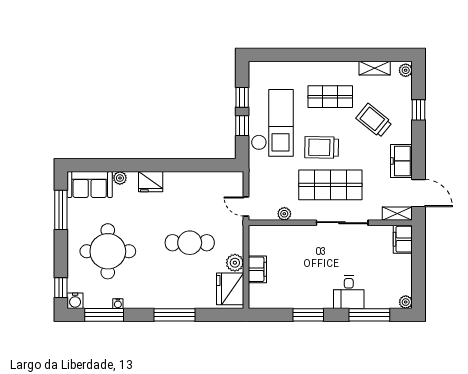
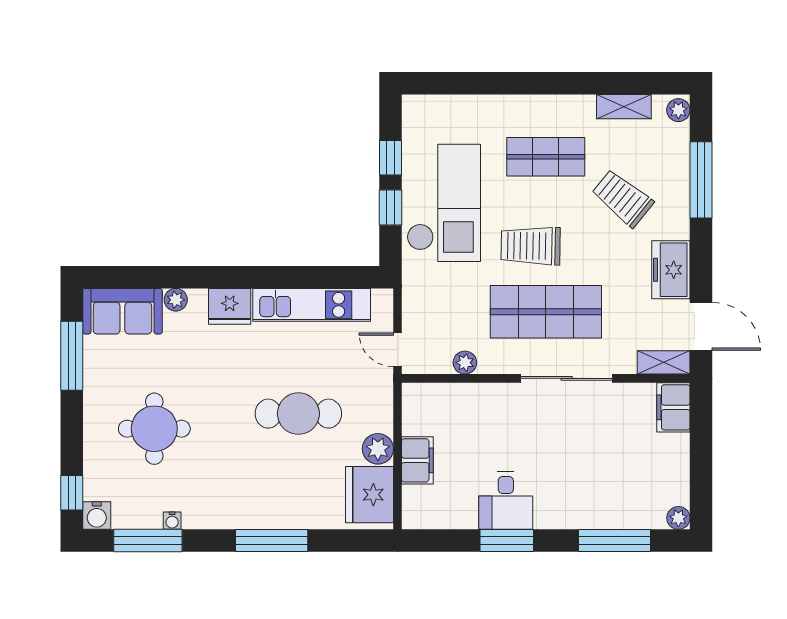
window: (419, 110) -> (701, 180), width x2.17
kitchen unit: (197, 181) -> (312, 305), added
round table: (108, 251) -> (154, 429), width x0.73, depth x0.73
desk: (349, 292) -> (506, 501), moved

